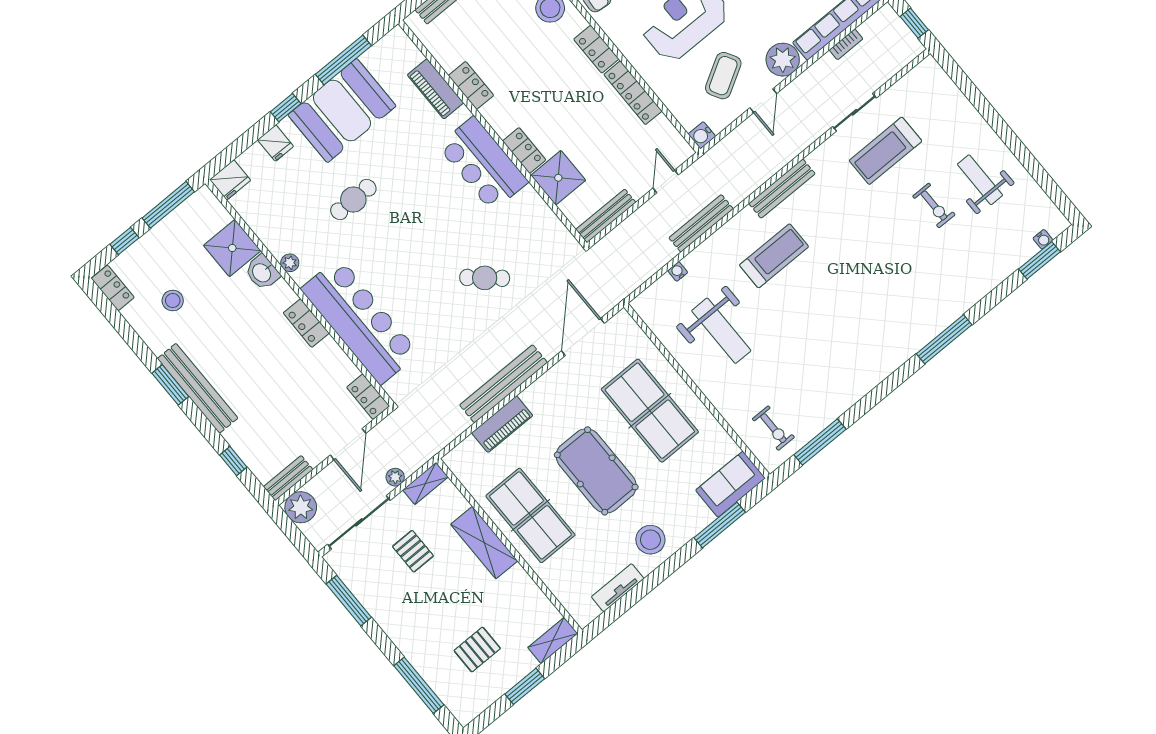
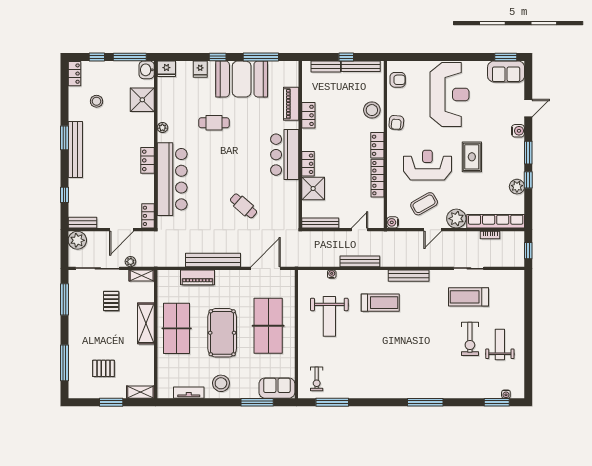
exercise bike: (934, 205) -> (470, 339), width x1.38, depth x1.39
washbasin: (262, 272) -> (147, 70), moved

